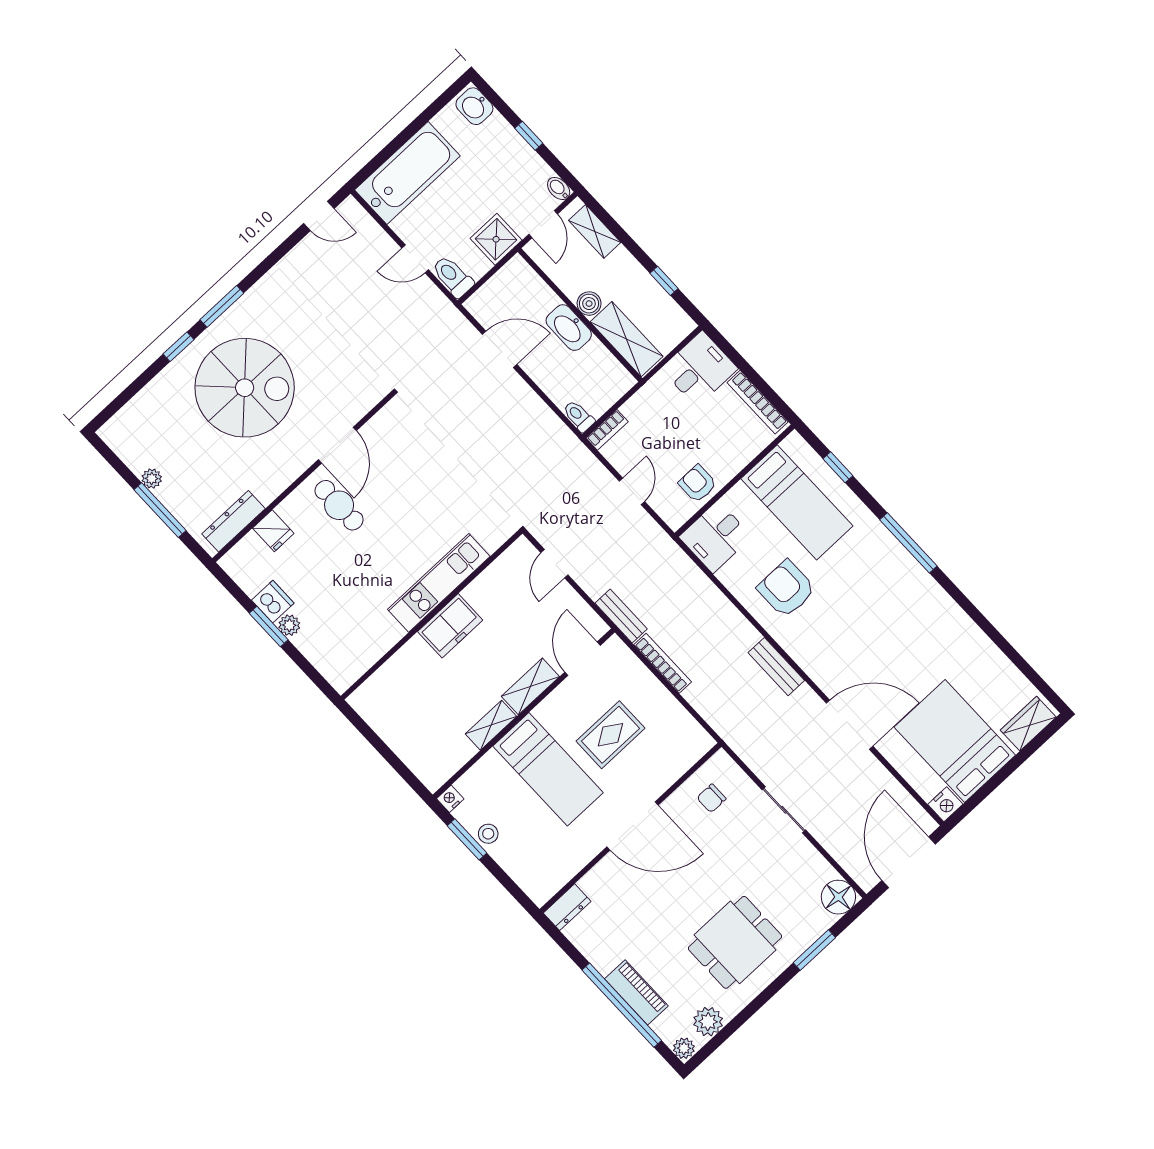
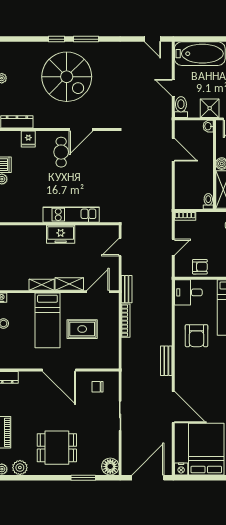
washbasin: (569, 328) -> (208, 126), moved, width x0.52, depth x0.69
toilet: (579, 416) -> (208, 201), moved
armchair: (698, 484) -> (200, 267), turned 90
armchair: (786, 589) -> (197, 336), turned 180

